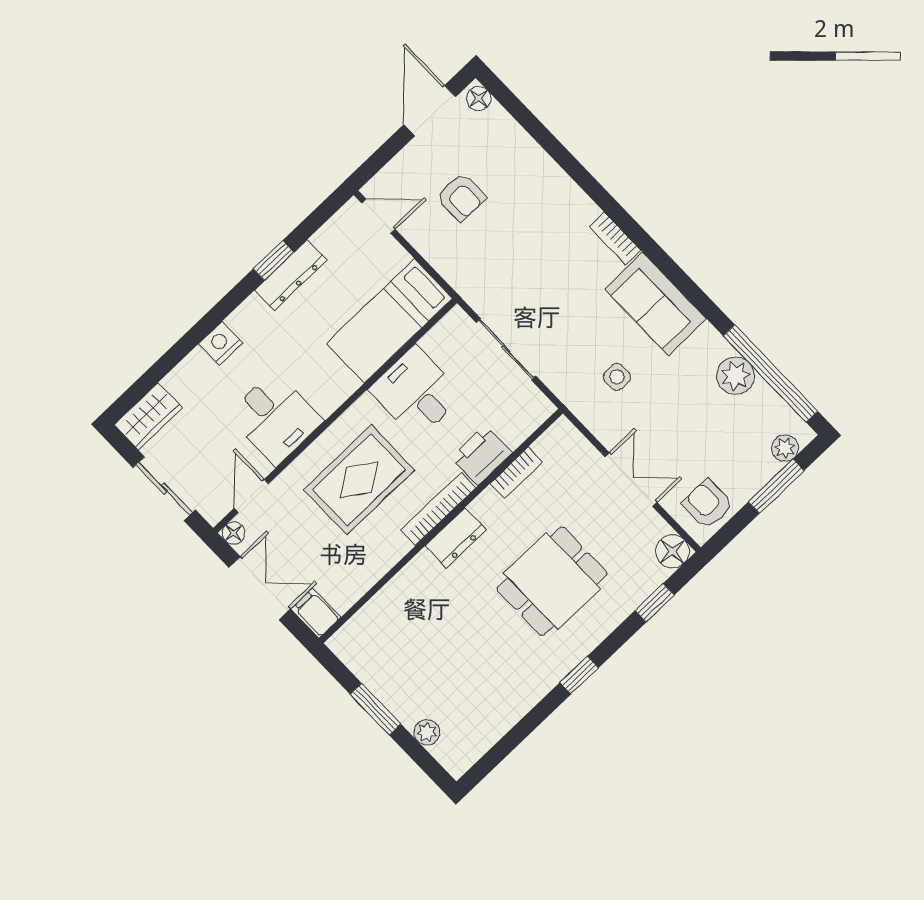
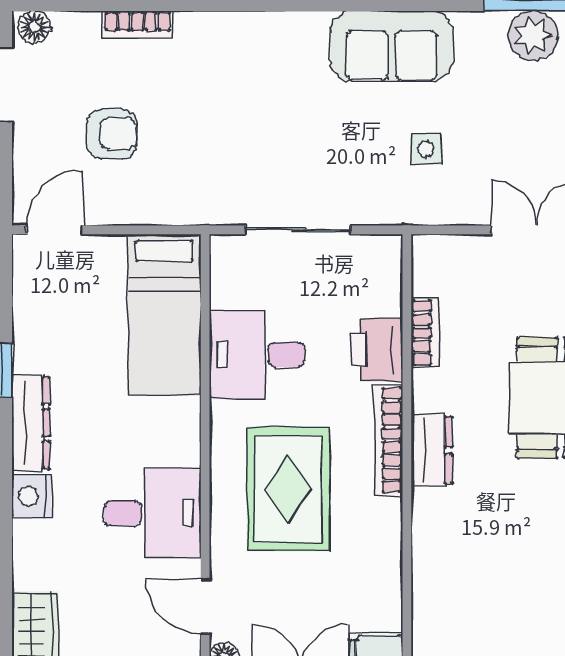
bookcase: (615, 239) -> (137, 25), moved
dresser: (291, 275) -> (31, 423), moved

